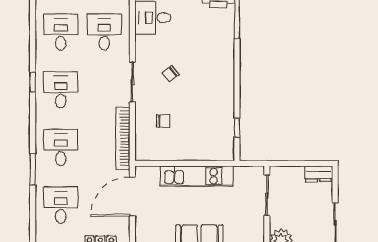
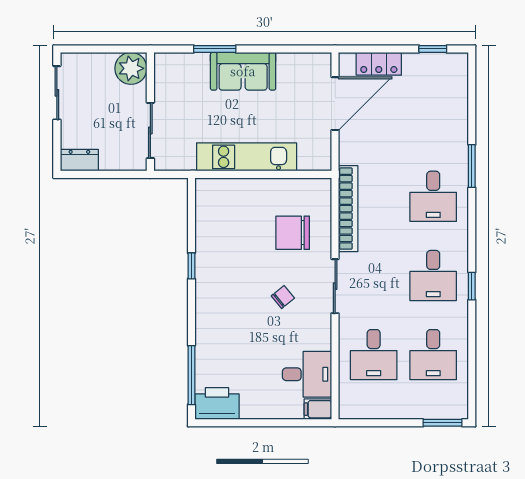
chair: (163, 121) -> (293, 233), width x1.87, depth x1.87
window: (237, 128) -> (191, 266), moved
door: (132, 196) -> (335, 104), moved
desk: (61, 205) -> (433, 117), removed

